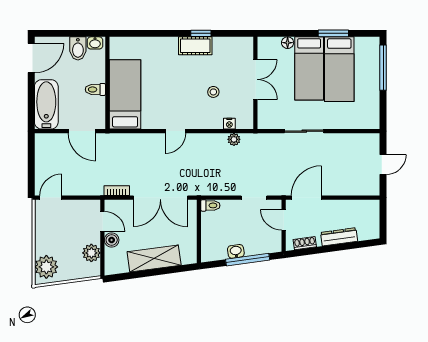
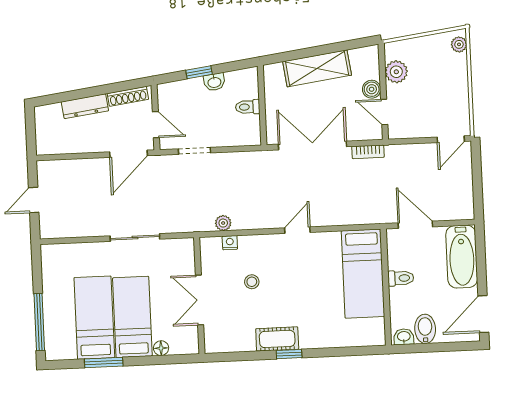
window: (201, 33) -> (289, 354), moved
toilet: (210, 205) -> (248, 107), moved
shoe rack: (305, 243) -> (128, 96), width x1.43
window: (248, 260) -> (199, 72), width x0.46
plant: (46, 267) -> (459, 44), width x0.53, depth x0.53

